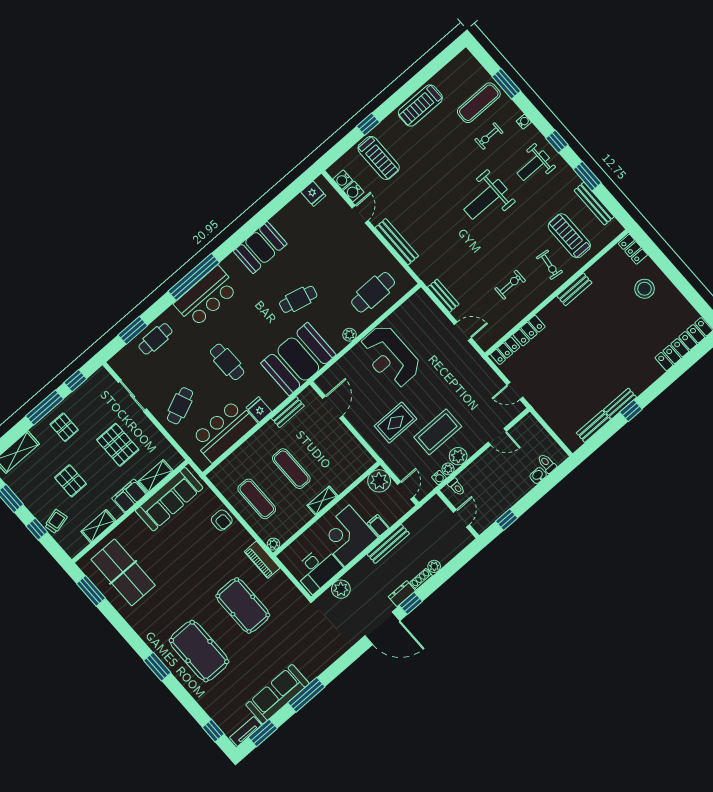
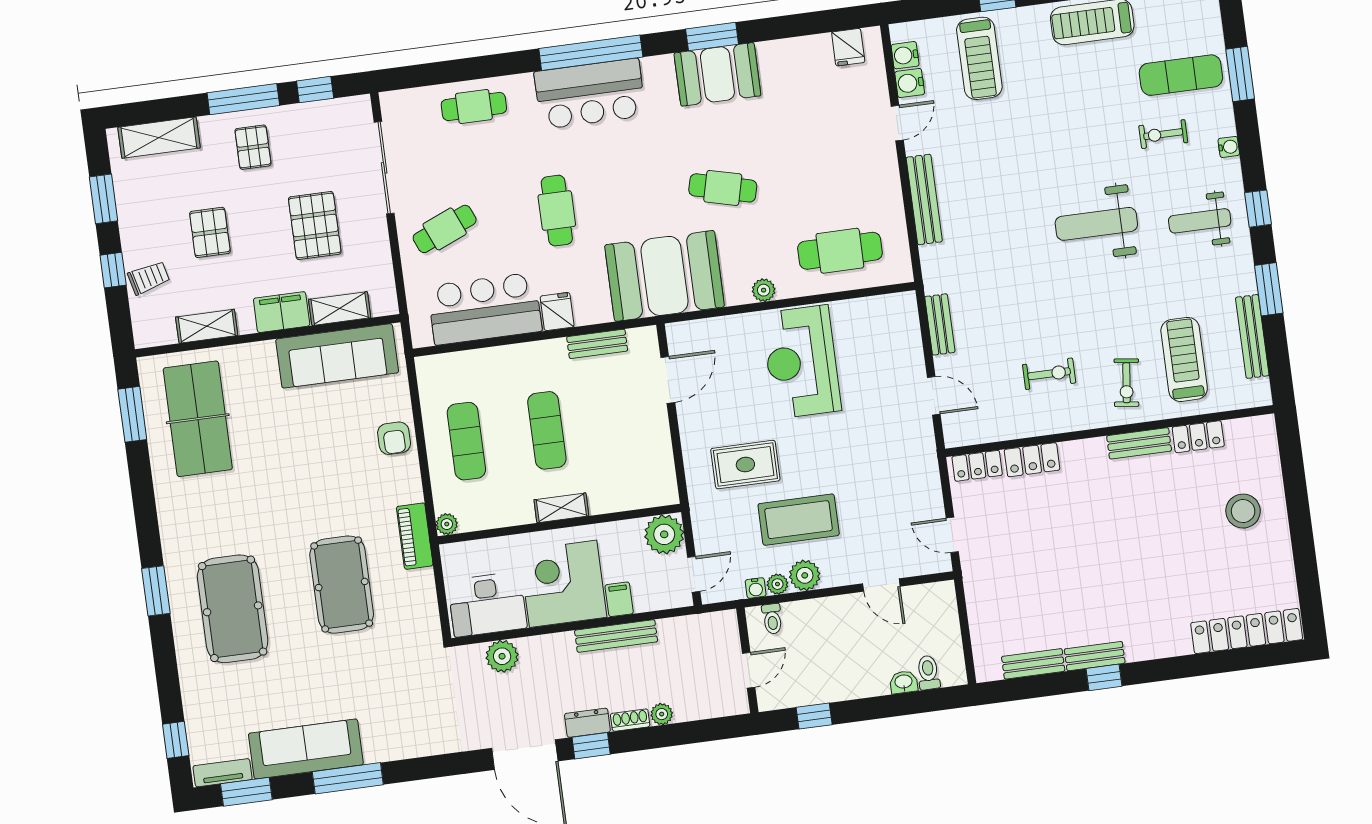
locker: (633, 249) -> (1198, 437), moved, turned -90
window: (133, 330) -> (712, 37), moved
sliding door: (132, 396) -> (384, 168), width x1.37

